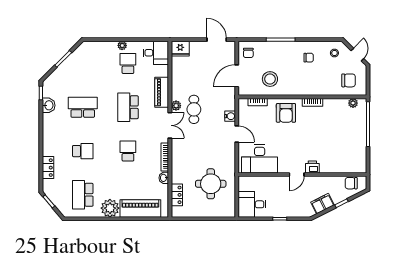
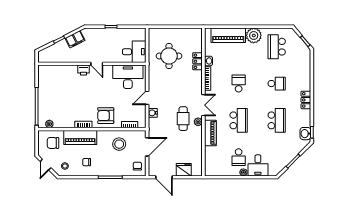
fridge: (180, 49) -> (184, 170), moved
desk: (156, 53) -> (258, 165), moved, turned -90
piano: (316, 87) -> (80, 137), added
washbasin: (49, 105) -> (305, 134), moved
school desk: (83, 107) -> (277, 120), turned -90
armchair: (286, 113) -> (106, 116), turned -90
double door: (170, 125) -> (203, 105), swing flipped
door: (237, 134) -> (147, 98), hinge flipped
school desk: (83, 151) -> (277, 84), turned 180
school desk: (128, 151) -> (239, 84), turned 180
locker: (48, 168) -> (306, 100), moved
door: (297, 175) -> (97, 64), swing flipped
chair: (351, 183) -> (51, 56), removed
school desk: (83, 195) -> (277, 47), turned 180
locker: (177, 195) -> (198, 61), moved
desk: (252, 204) -> (134, 52), moved

